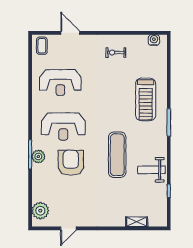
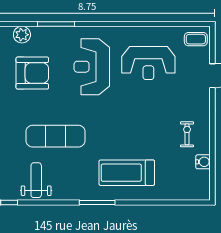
water cooler: (154, 40) -> (203, 162), moved
reception desk: (60, 83) -> (148, 63), turned -90
plant: (38, 157) -> (22, 35), moved
armchair: (71, 163) -> (32, 73), moved

